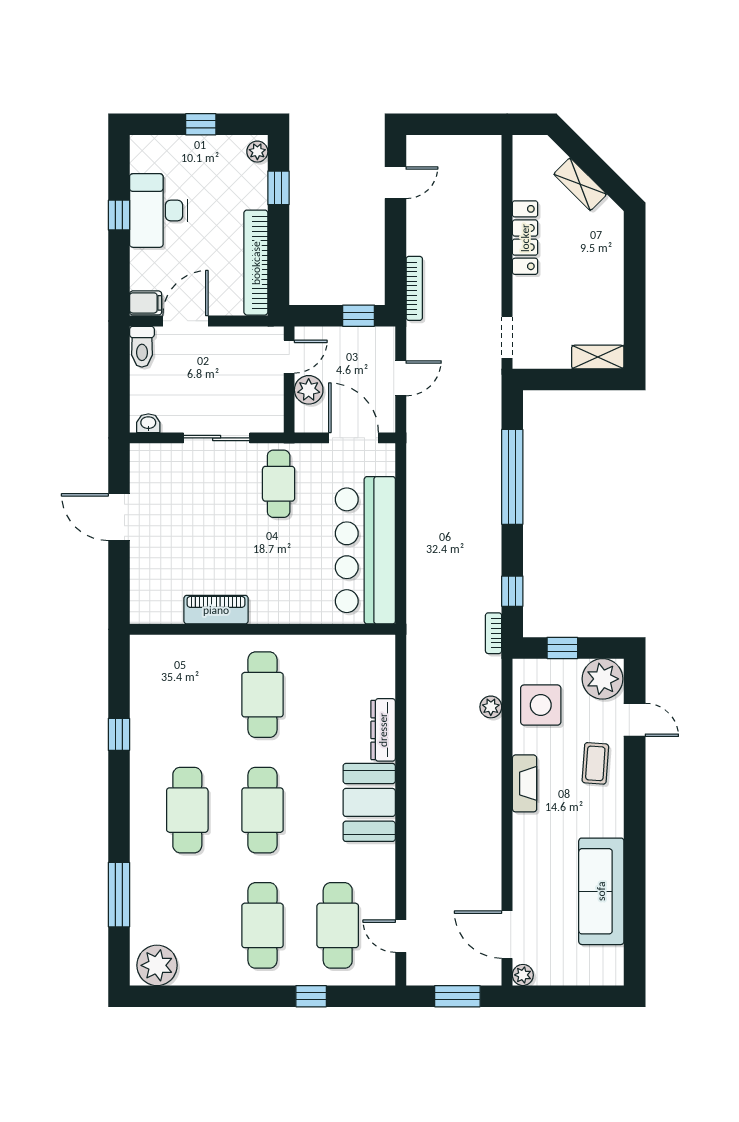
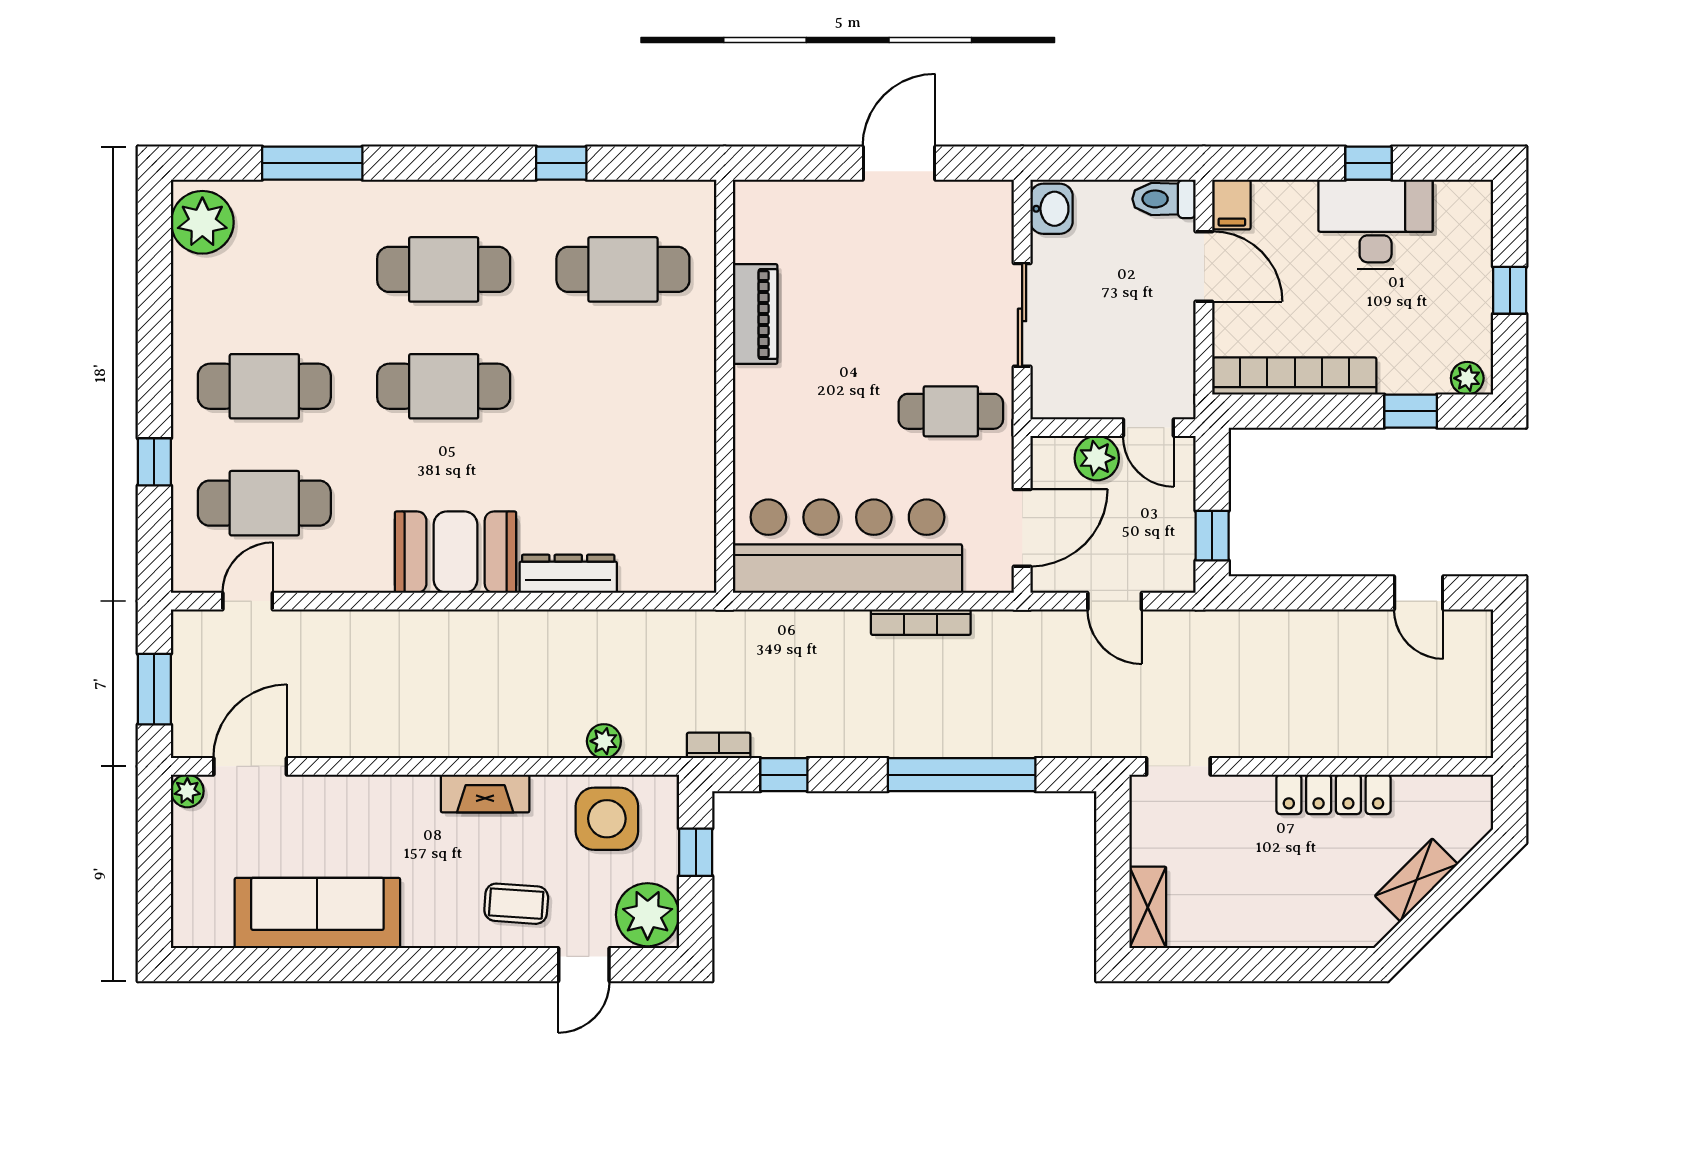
bookcase: (414, 288) -> (921, 622), moved
washbasin: (148, 423) -> (1052, 209), width x1.38, depth x1.45
cafe table: (262, 695) -> (623, 269), moved

